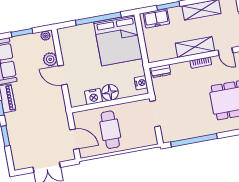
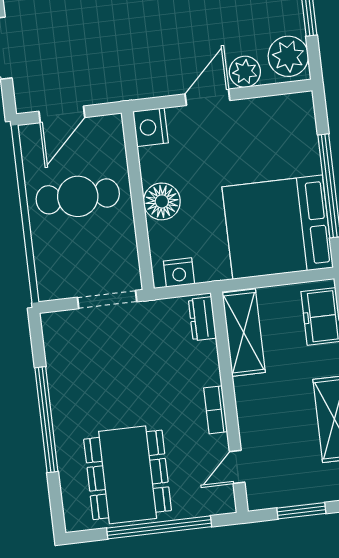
plant: (45, 36) -> (288, 56), width x1.88, depth x1.88
shelving: (195, 47) -> (244, 333), moved
nightstand: (93, 97) -> (151, 127), moved
window: (194, 140) -> (46, 420), moved

